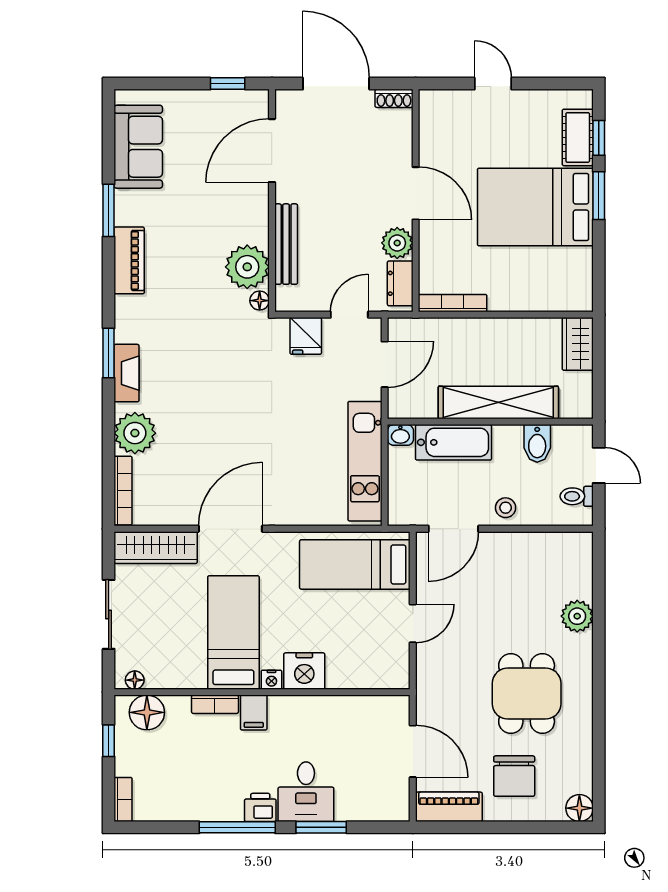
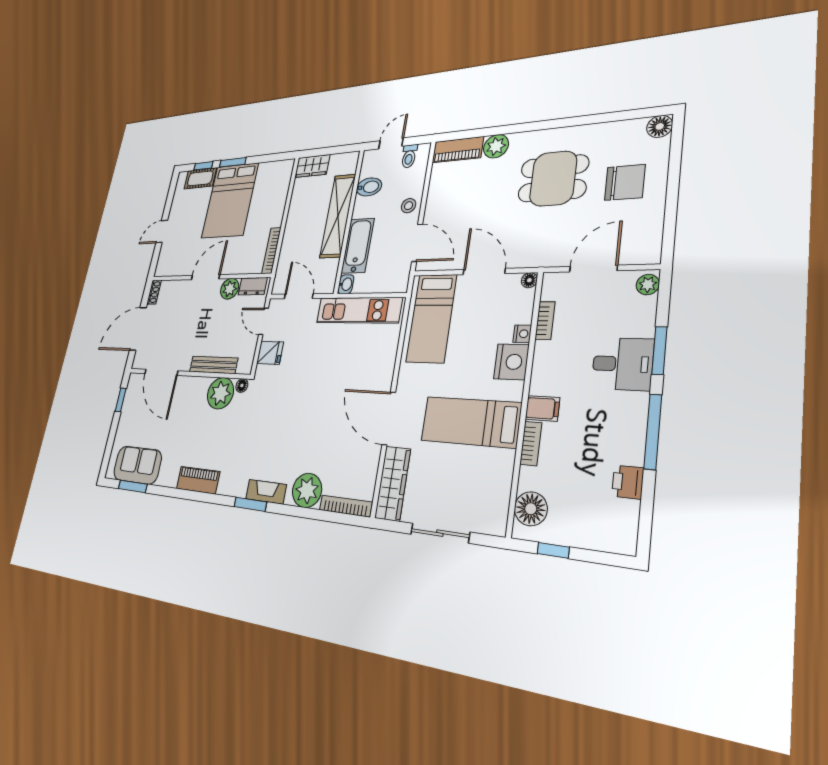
window: (109, 210) -> (133, 486), moved
door: (413, 623) -> (484, 272), width x1.38
floor lamp: (135, 680) -> (529, 280), moved
nightstand: (271, 680) -> (522, 334), moved
bookcase: (123, 799) -> (545, 321), moved, turned 90
printer: (260, 807) -> (628, 482), moved
piano: (449, 807) -> (458, 150), moved, turned -90
plant: (393, 810) -> (648, 284), added

